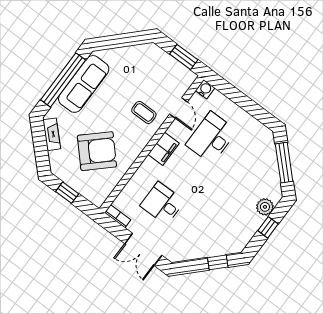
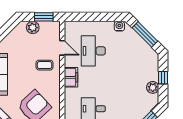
plant: (162, 60) -> (33, 28), added
water cooler: (205, 89) -> (119, 26), moved
plant: (265, 207) -> (153, 87), moved

